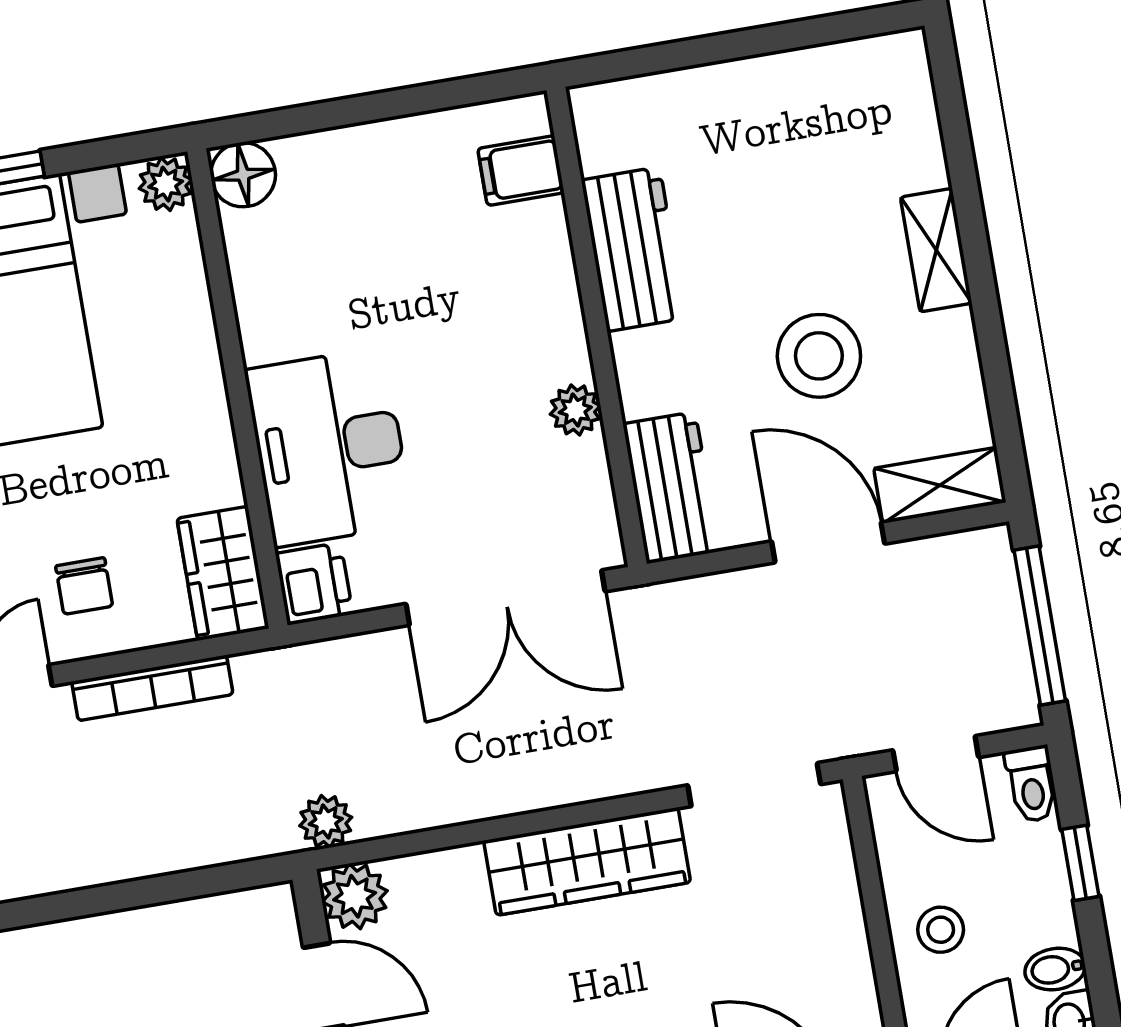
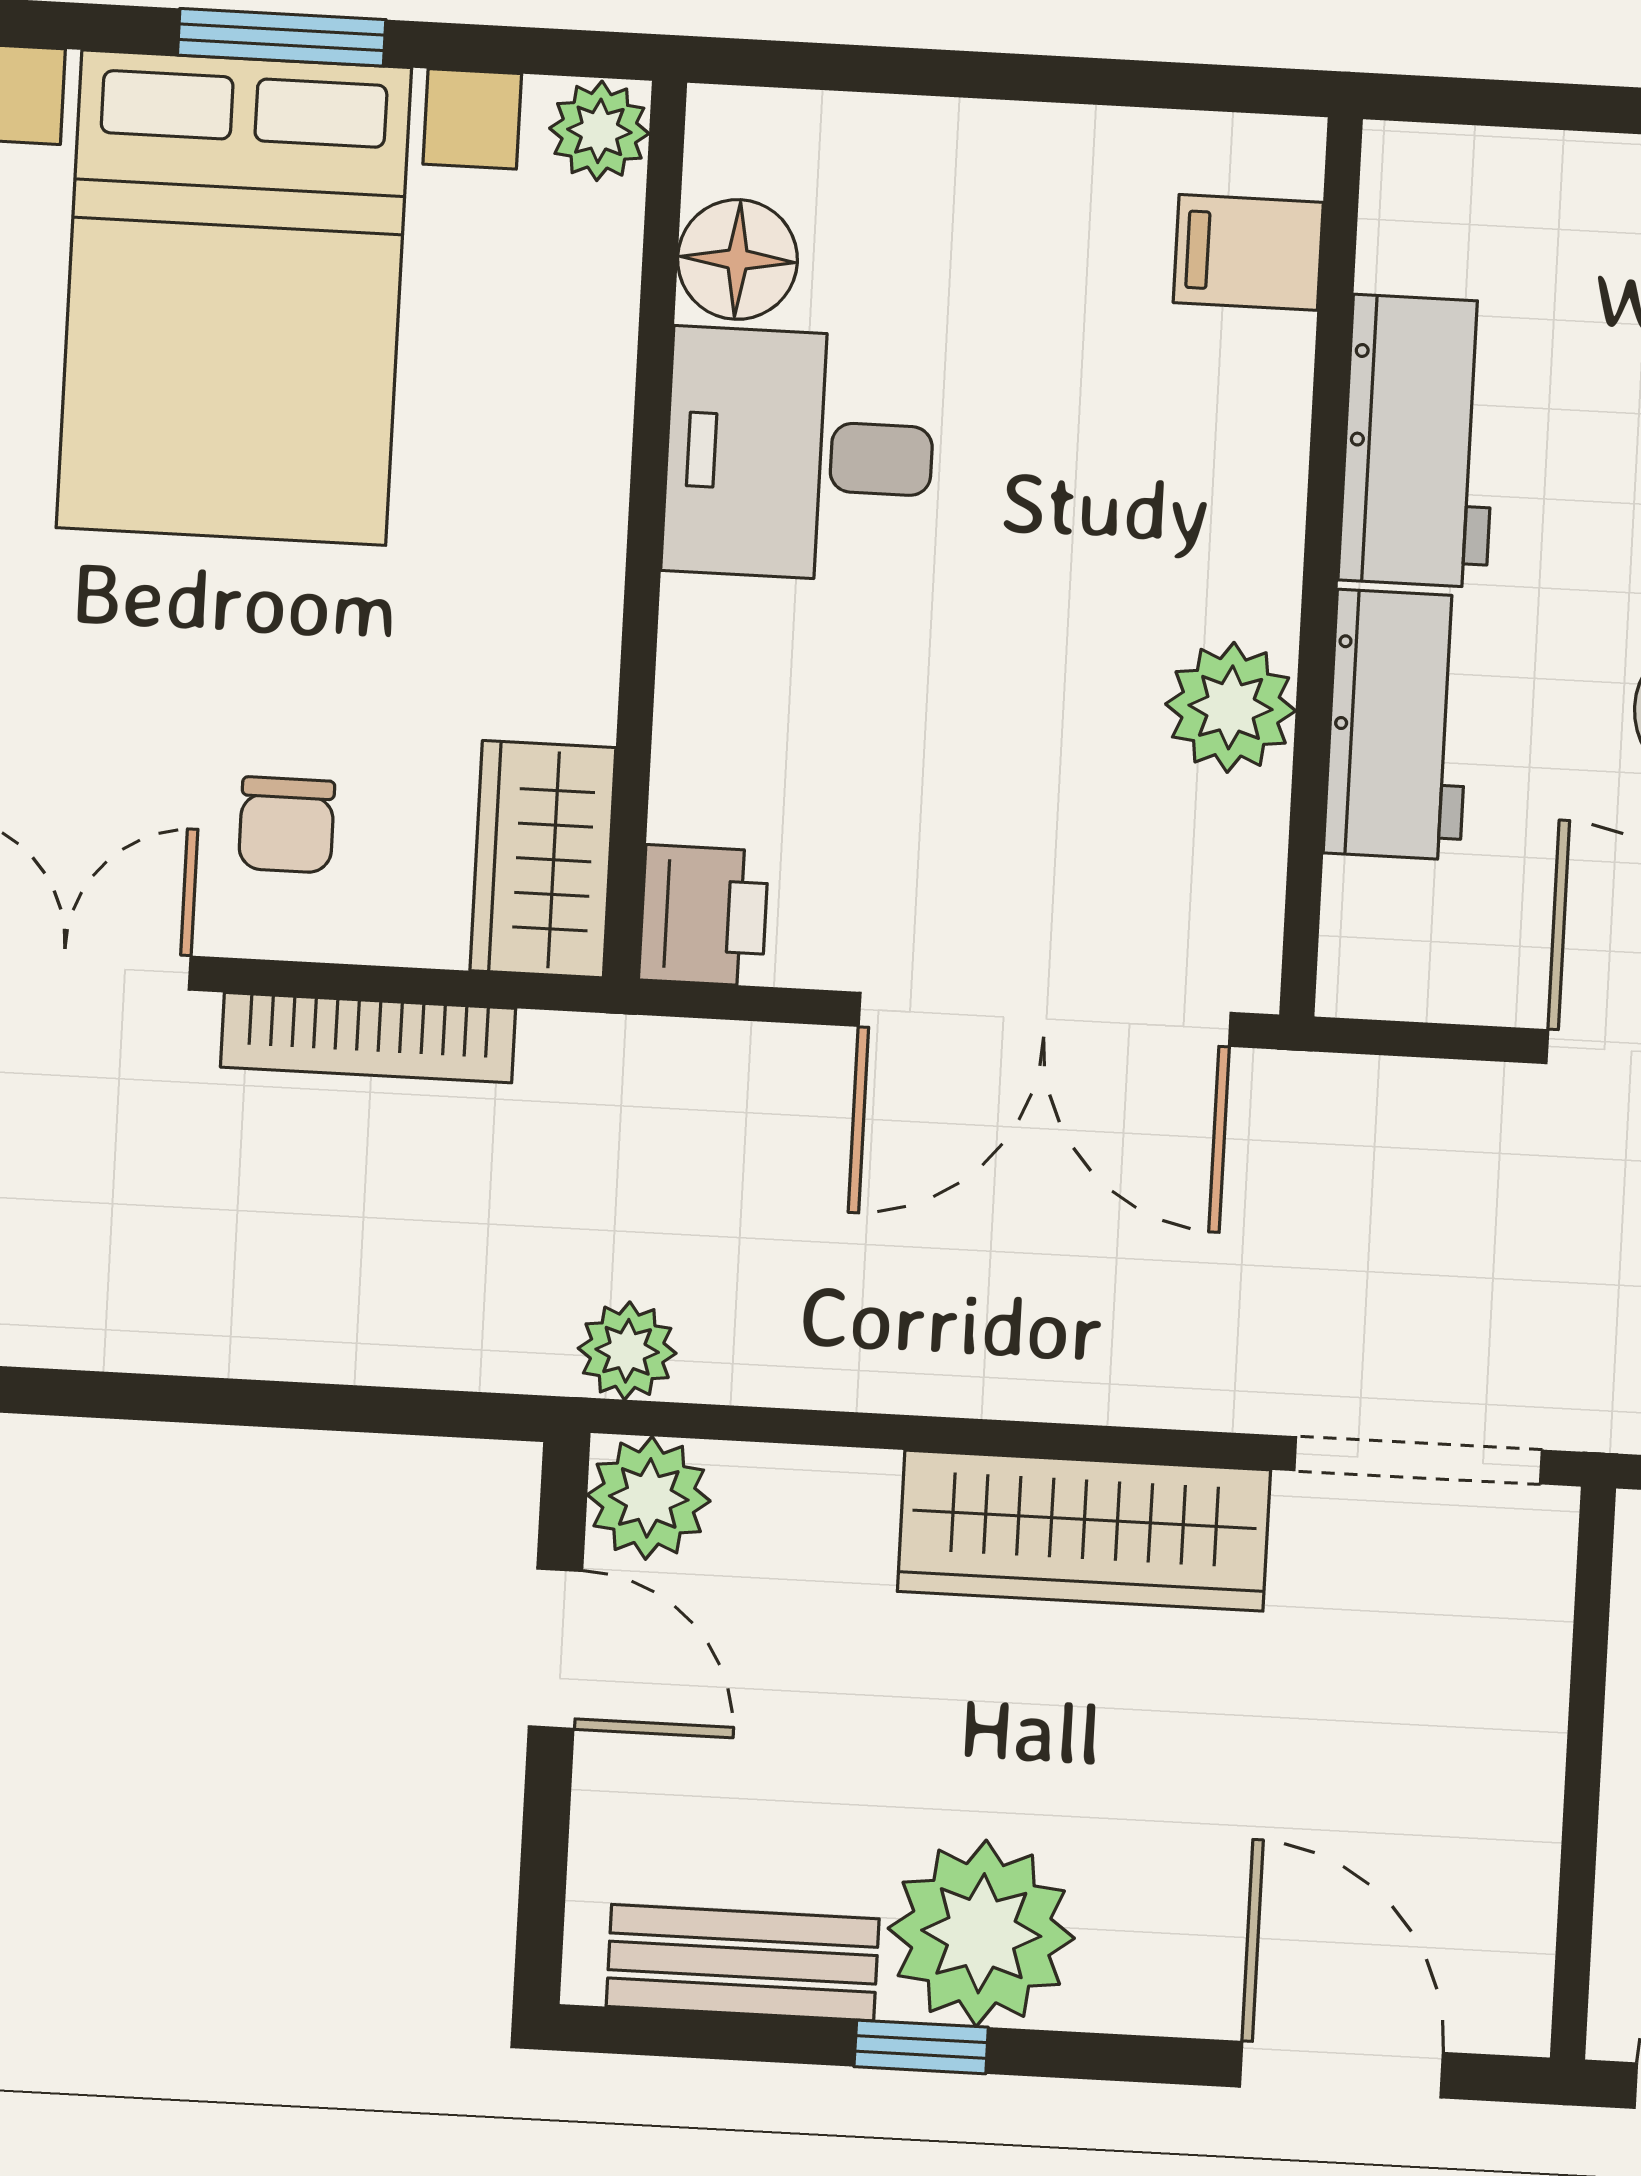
floor lamp: (243, 175) -> (737, 259), moved
plant: (575, 410) -> (1231, 707), width x1.38, depth x1.38
desk: (329, 447) -> (799, 455), moved, width x0.73
workbench: (671, 488) -> (1398, 725), moved

